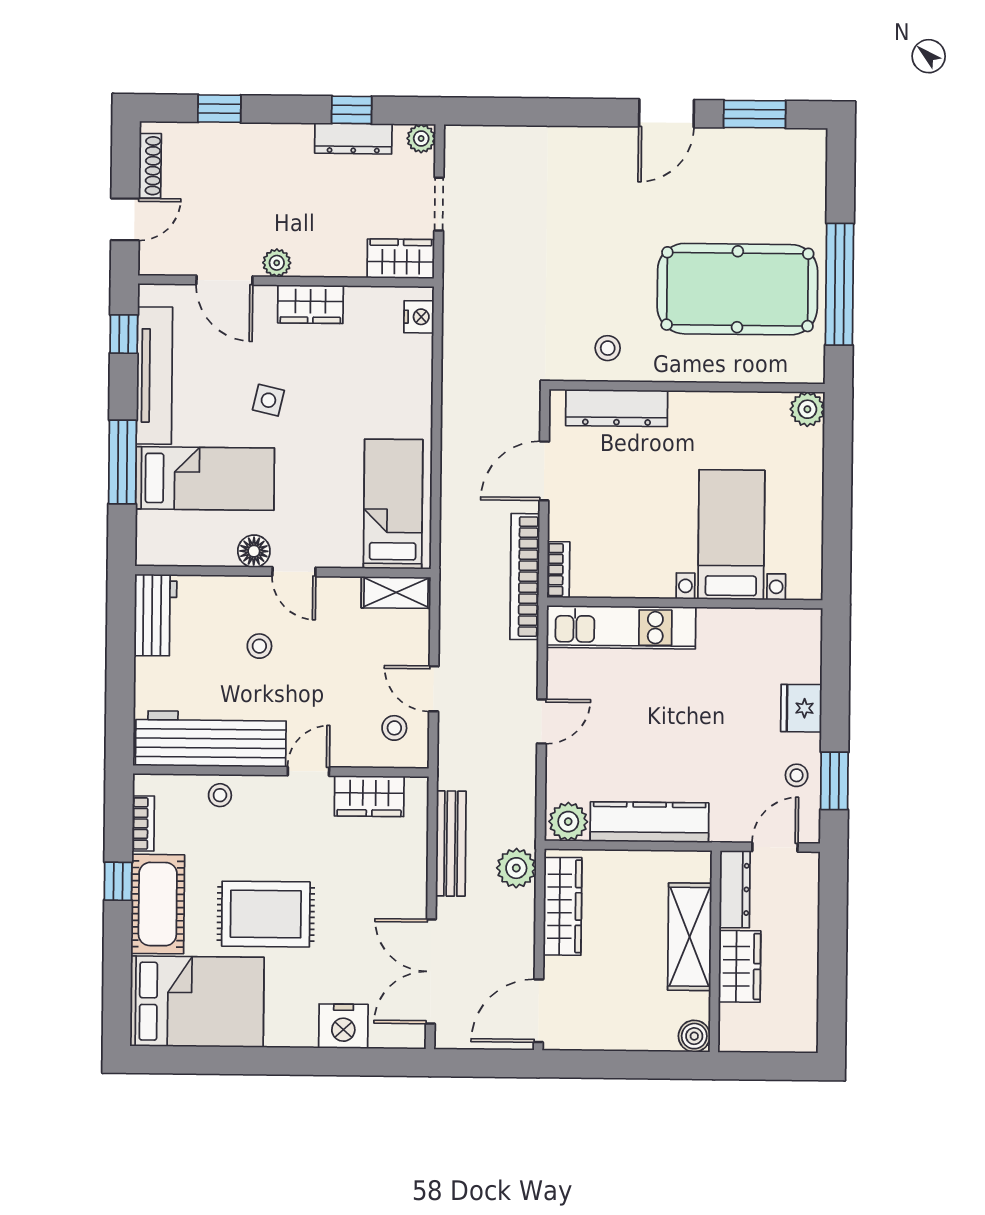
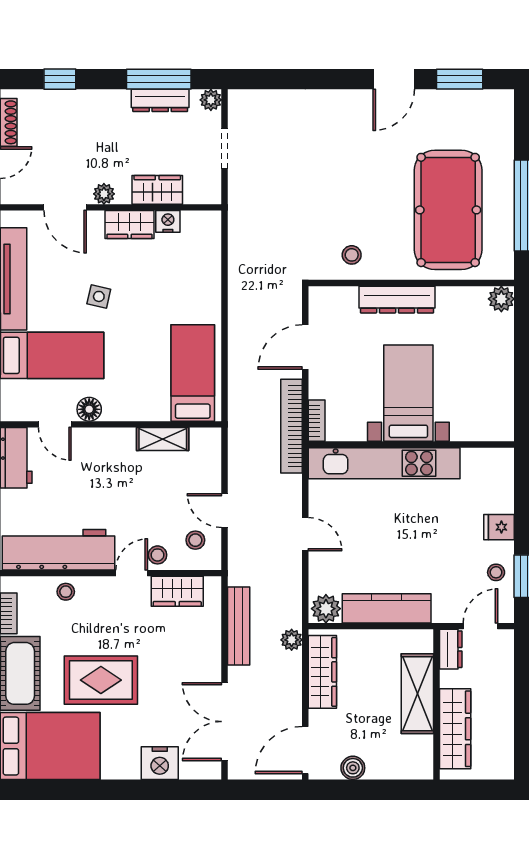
window: (352, 110) -> (159, 79), width x2.17
wardrobe: (401, 259) -> (157, 190), moved
pool table: (737, 289) -> (448, 210), turned 90
nightstand: (419, 317) -> (168, 221), moved, turned -90
dresser: (617, 408) -> (397, 300), moved
bed with nightstands: (731, 535) -> (408, 393), moved
door: (294, 572) -> (55, 424), moved
shelving: (396, 592) -> (163, 439), moved
kitchen unit: (621, 627) -> (384, 463), width x1.36
stool: (259, 646) -> (158, 555), moved
fridge: (801, 708) -> (499, 527), width x0.72
door: (542, 721) -> (305, 534), hinge flipped
plant: (516, 868) -> (292, 640), width x0.73, depth x0.73
dresser: (735, 889) -> (451, 649), width x0.70
wardrobe: (740, 966) -> (455, 729), width x1.50
boiler: (694, 1036) -> (353, 768), moved

